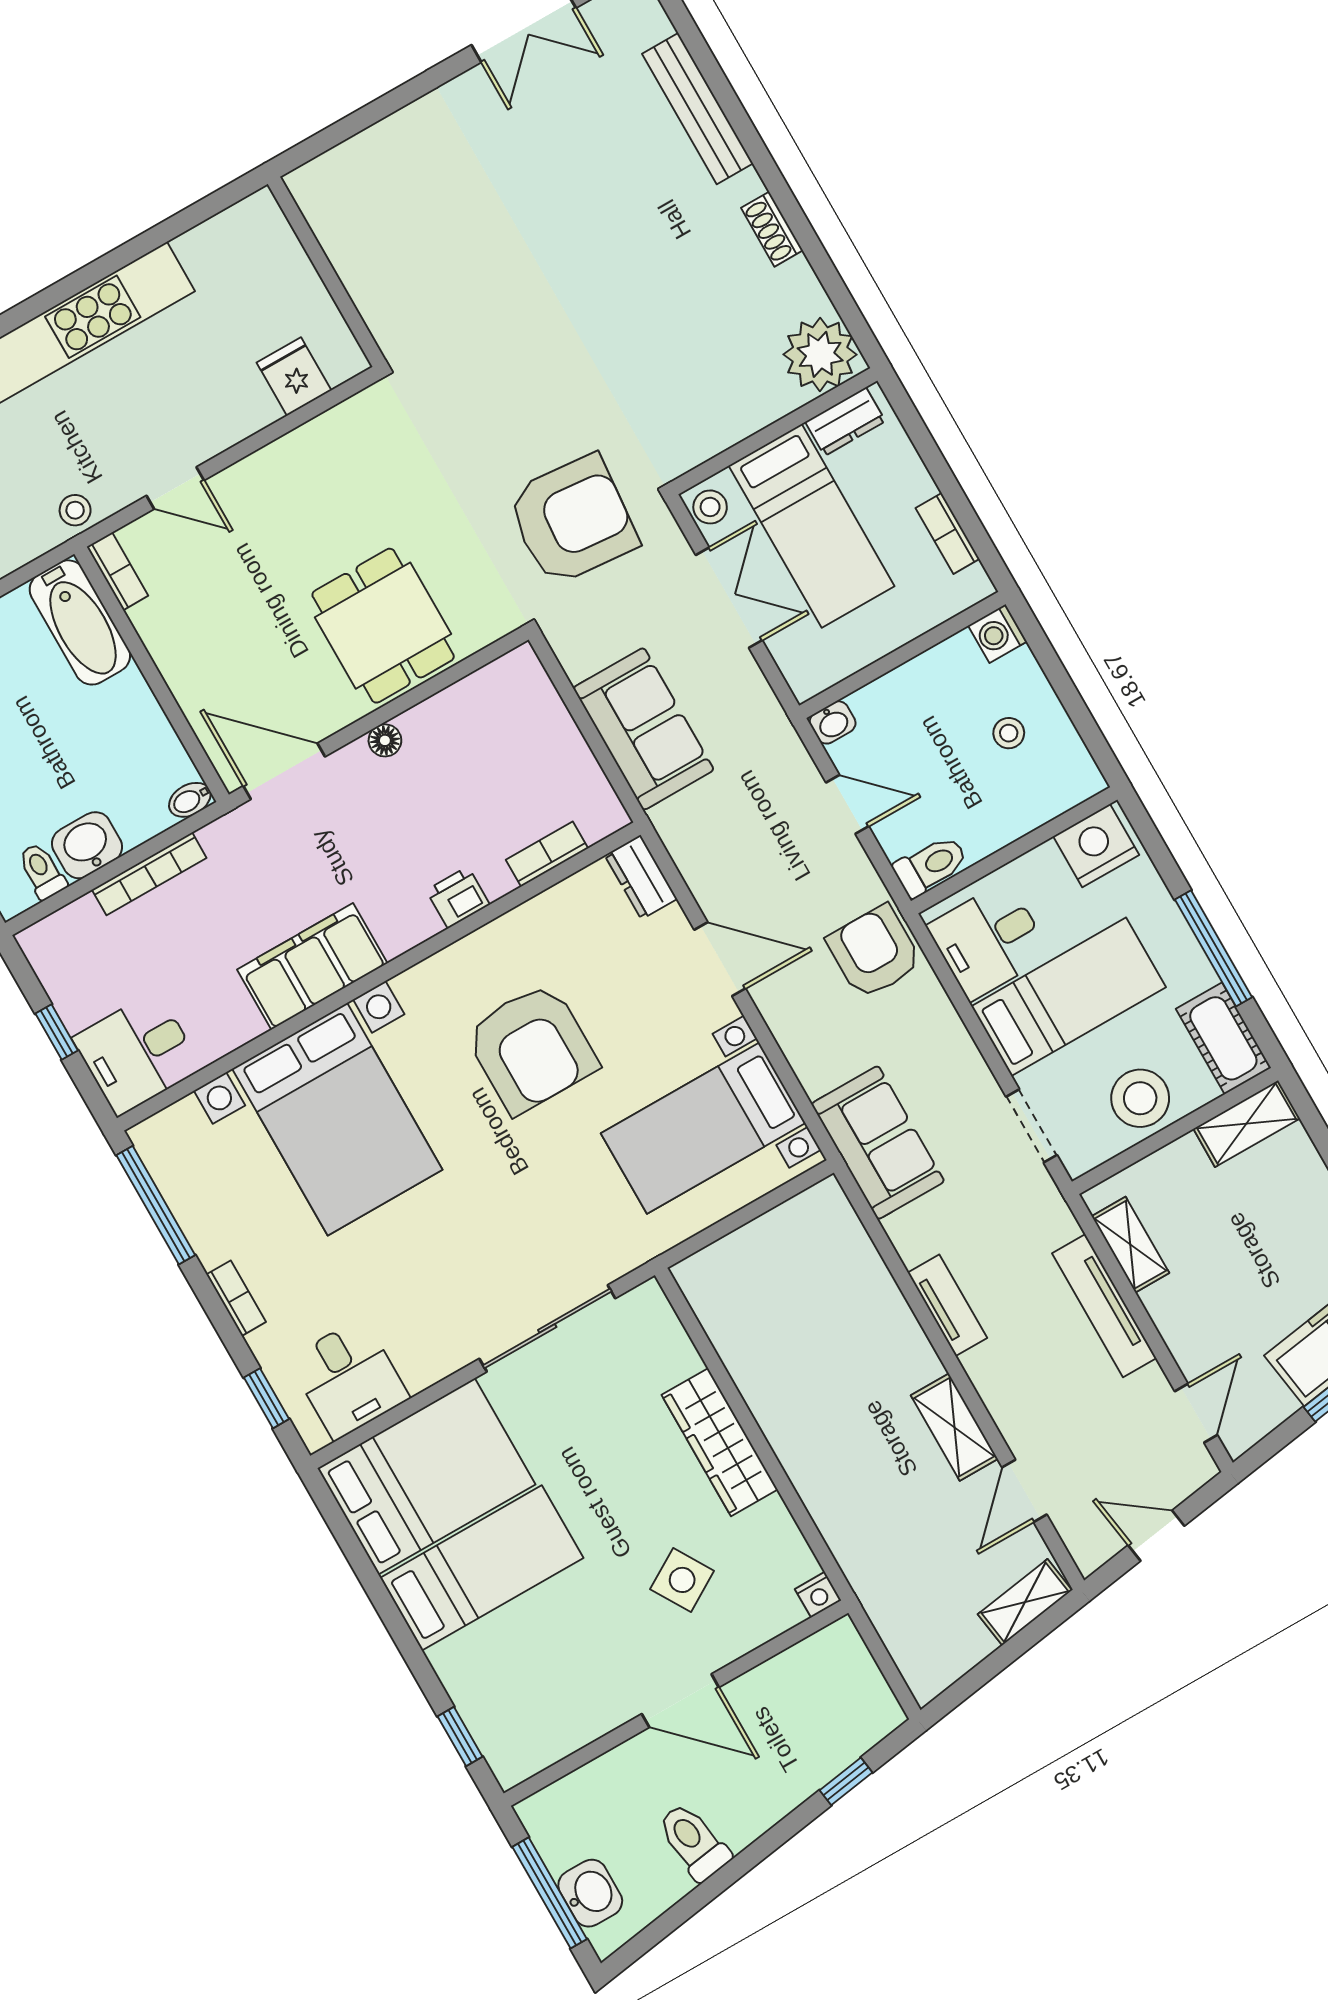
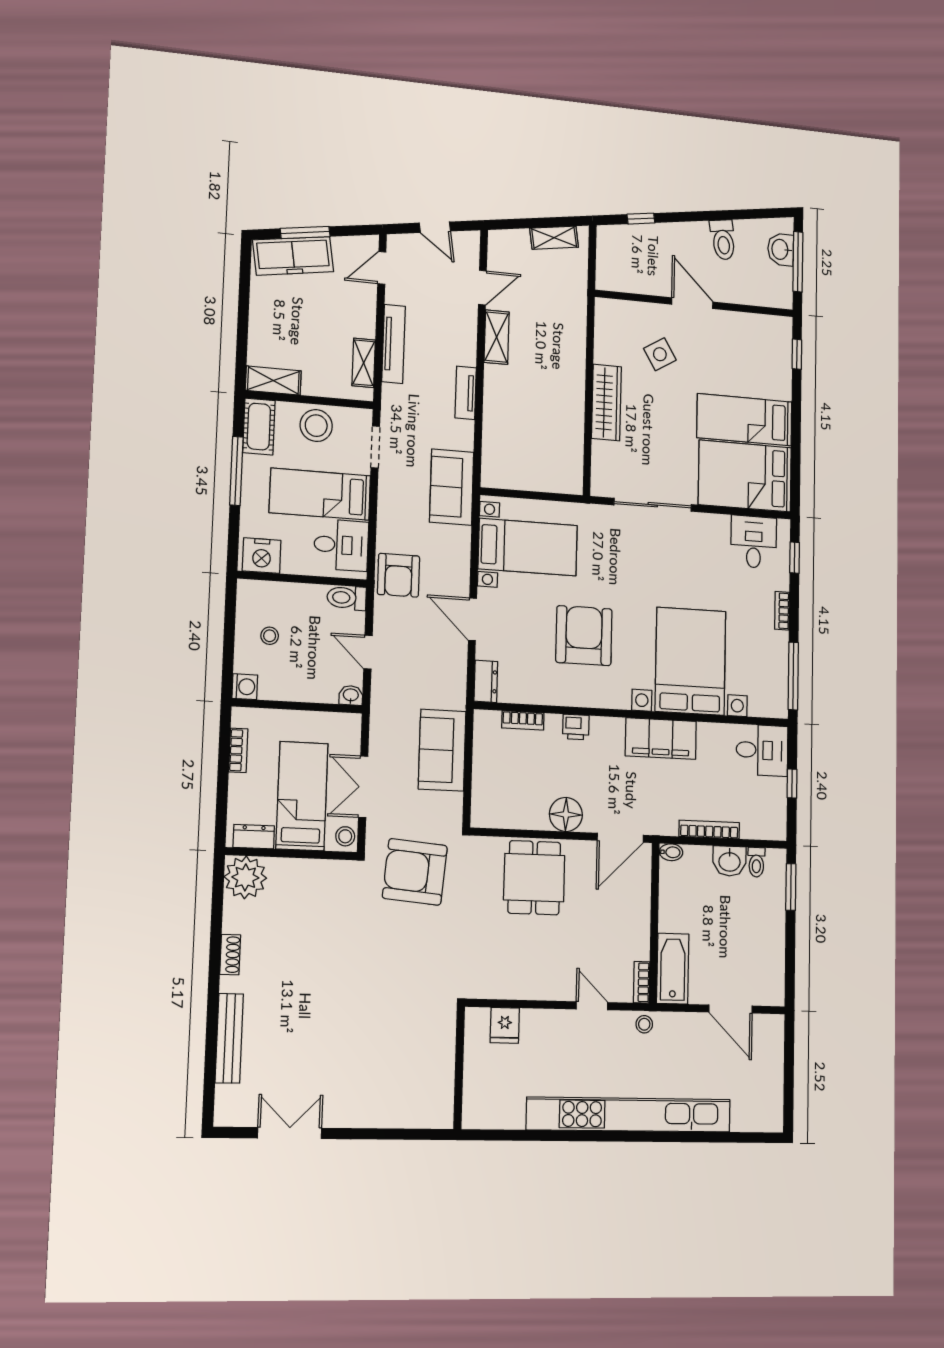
floor lamp: (385, 740) -> (566, 814), width x1.89, depth x1.89
door: (284, 771) -> (620, 838), hinge flipped
nightstand: (818, 1595) -> (604, 306), removed
shelving: (1025, 1602) -> (554, 238), moved

